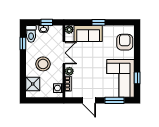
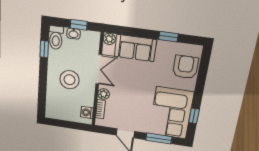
window: (99, 22) -> (168, 37), moved
shower: (33, 84) -> (54, 103), removed

